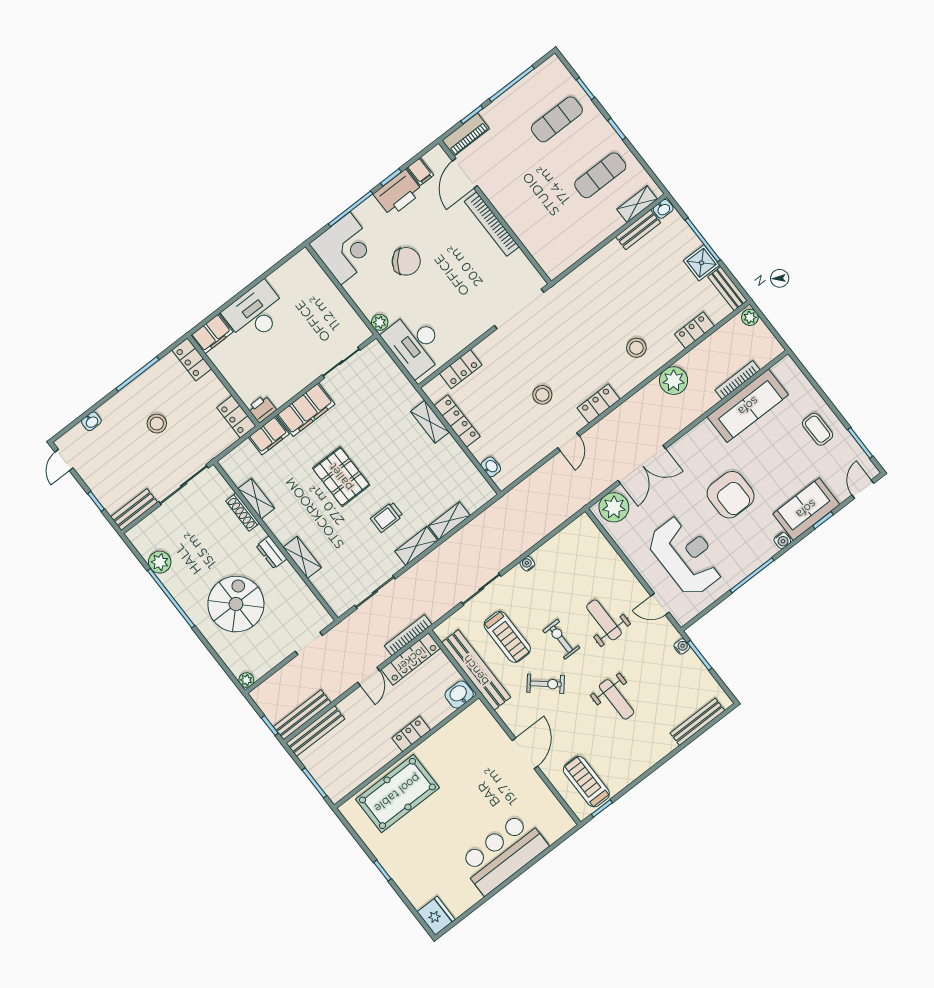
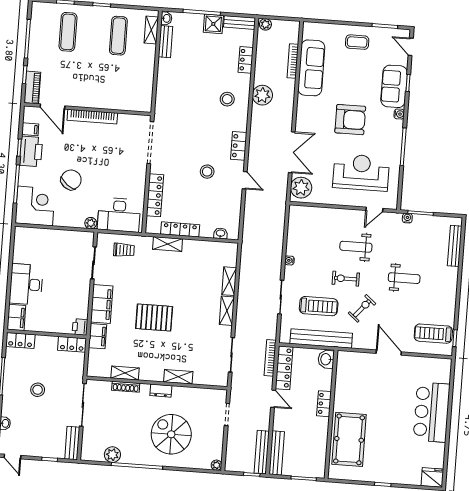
locker: (461, 369) -> (155, 195), width x1.53
trolley: (387, 517) -> (124, 250), moved, turned -91

